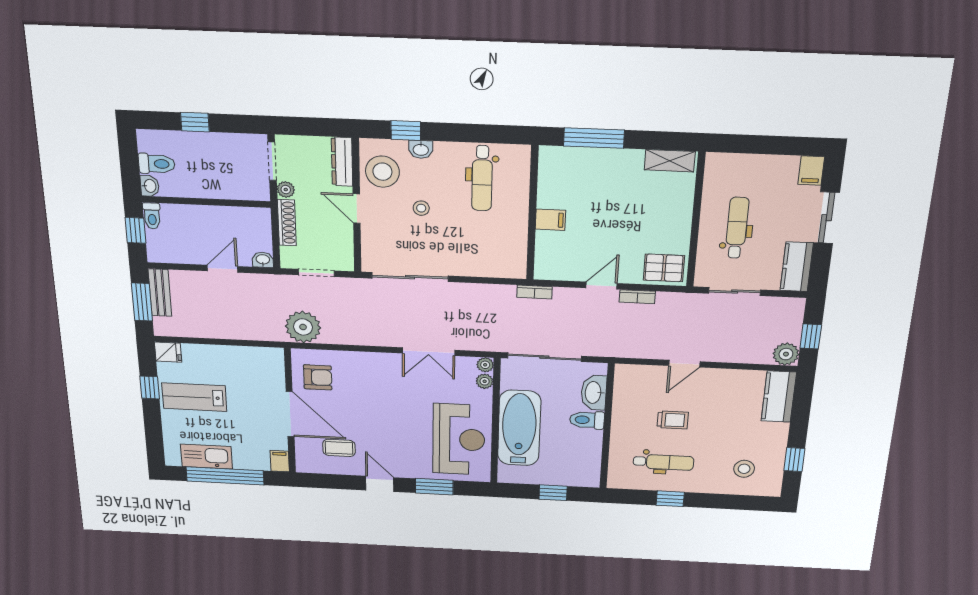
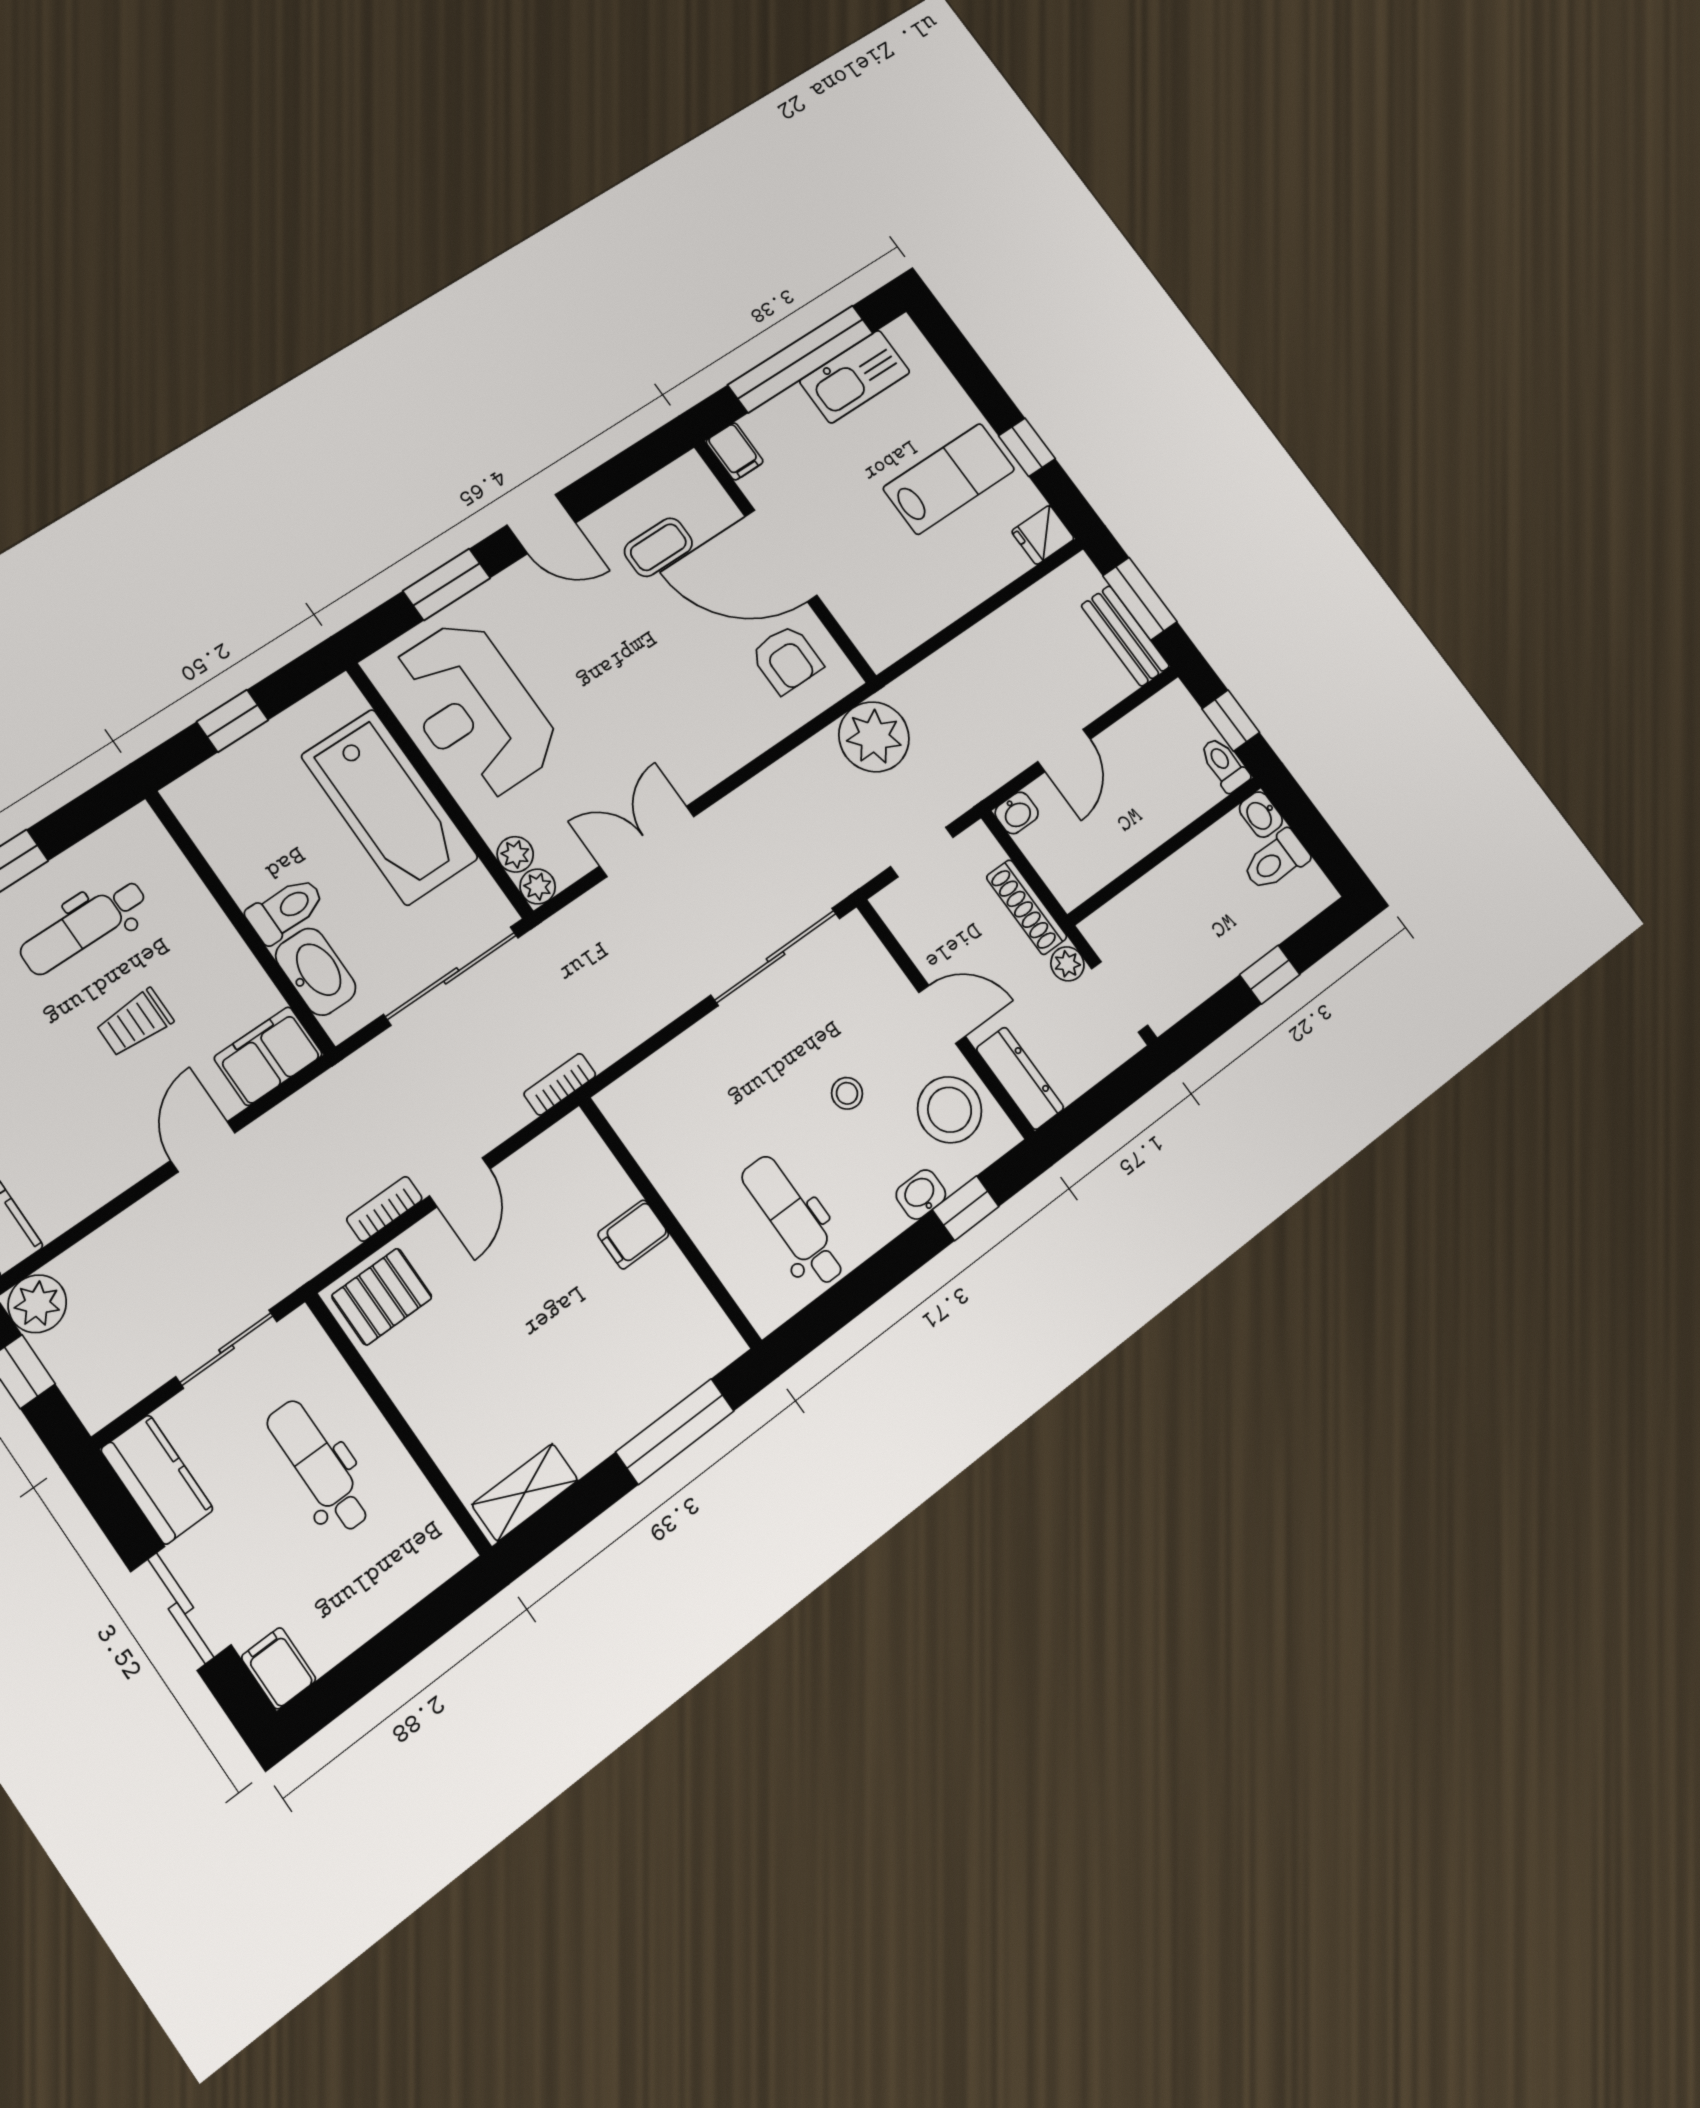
dental chair: (737, 228) -> (319, 1466), turned 180
armchair: (318, 377) -> (787, 659), turned -90
filing cabinet: (635, 377) -> (268, 1056), added

